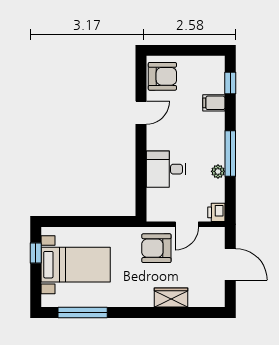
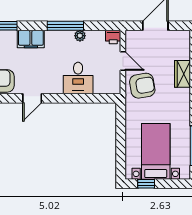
filing cabinet: (214, 103) -> (31, 39), width x2.00
door: (141, 113) -> (32, 98), swing flipped
armchair: (156, 248) -> (142, 86), turned -100

